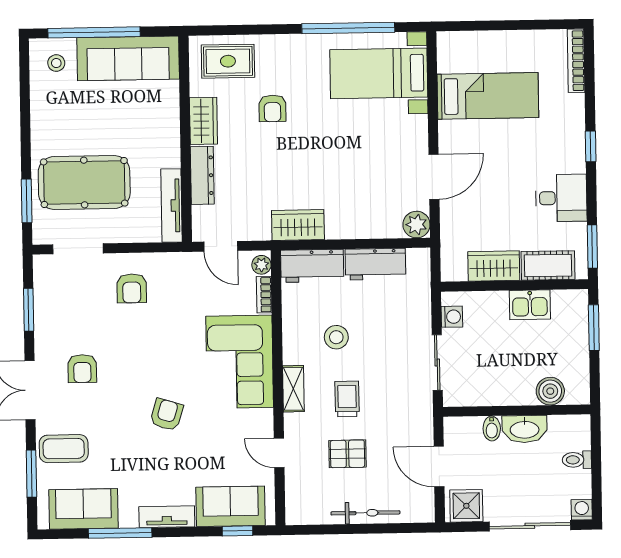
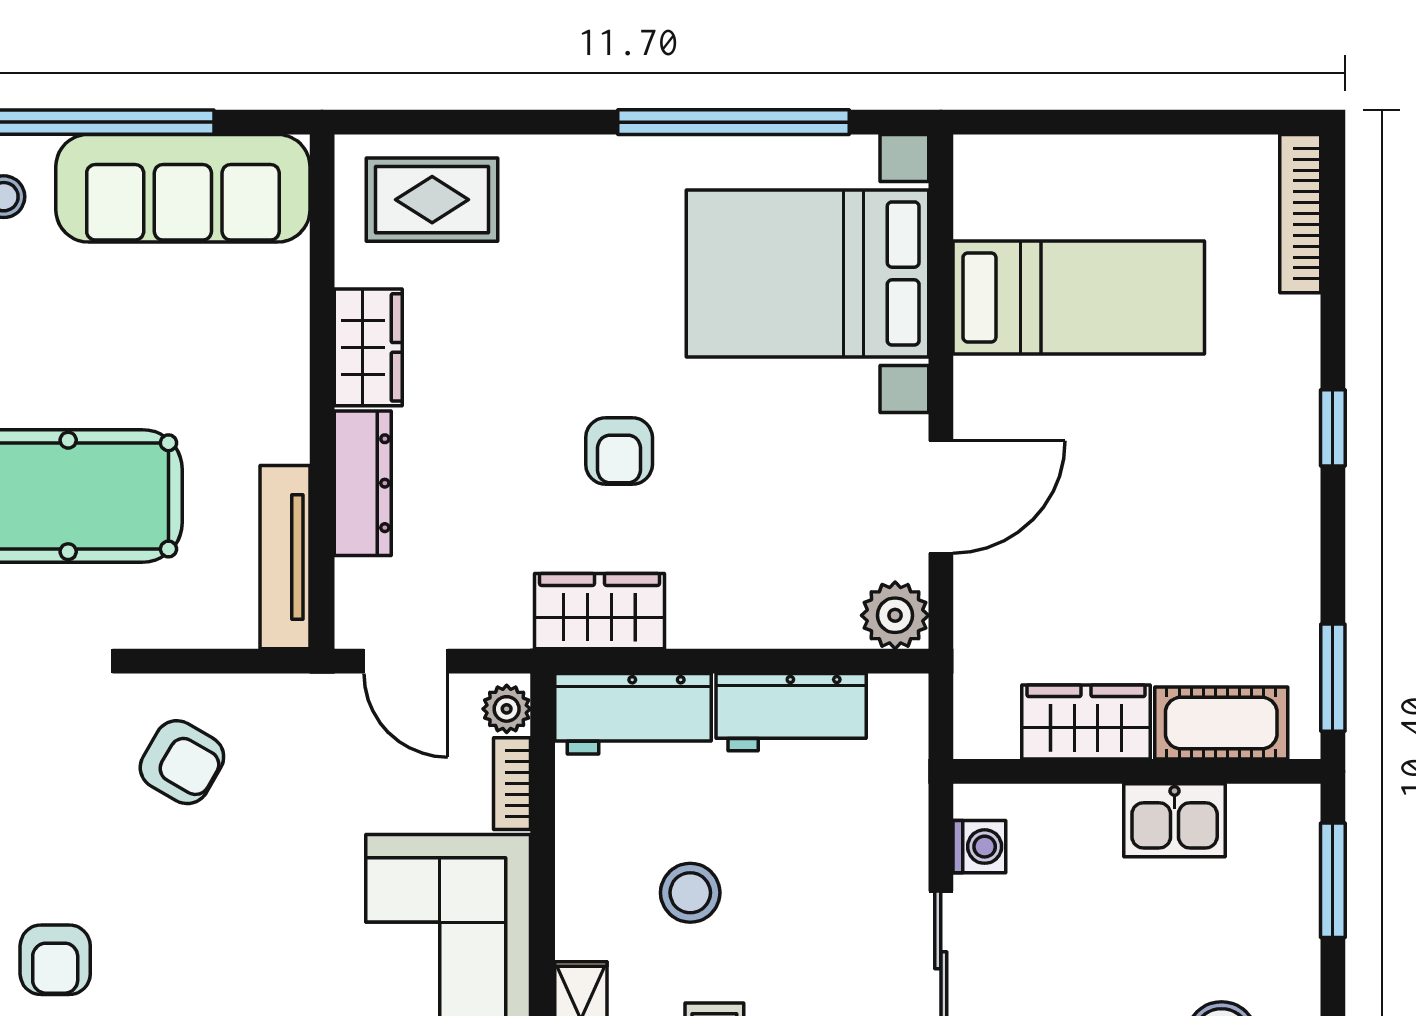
bed with nightstands: (379, 73) -> (807, 273), width x1.36
armchair: (272, 108) -> (619, 451), moved
desk: (561, 198) -> (1257, 555), removed
armchair: (132, 288) -> (182, 762), turned -60

